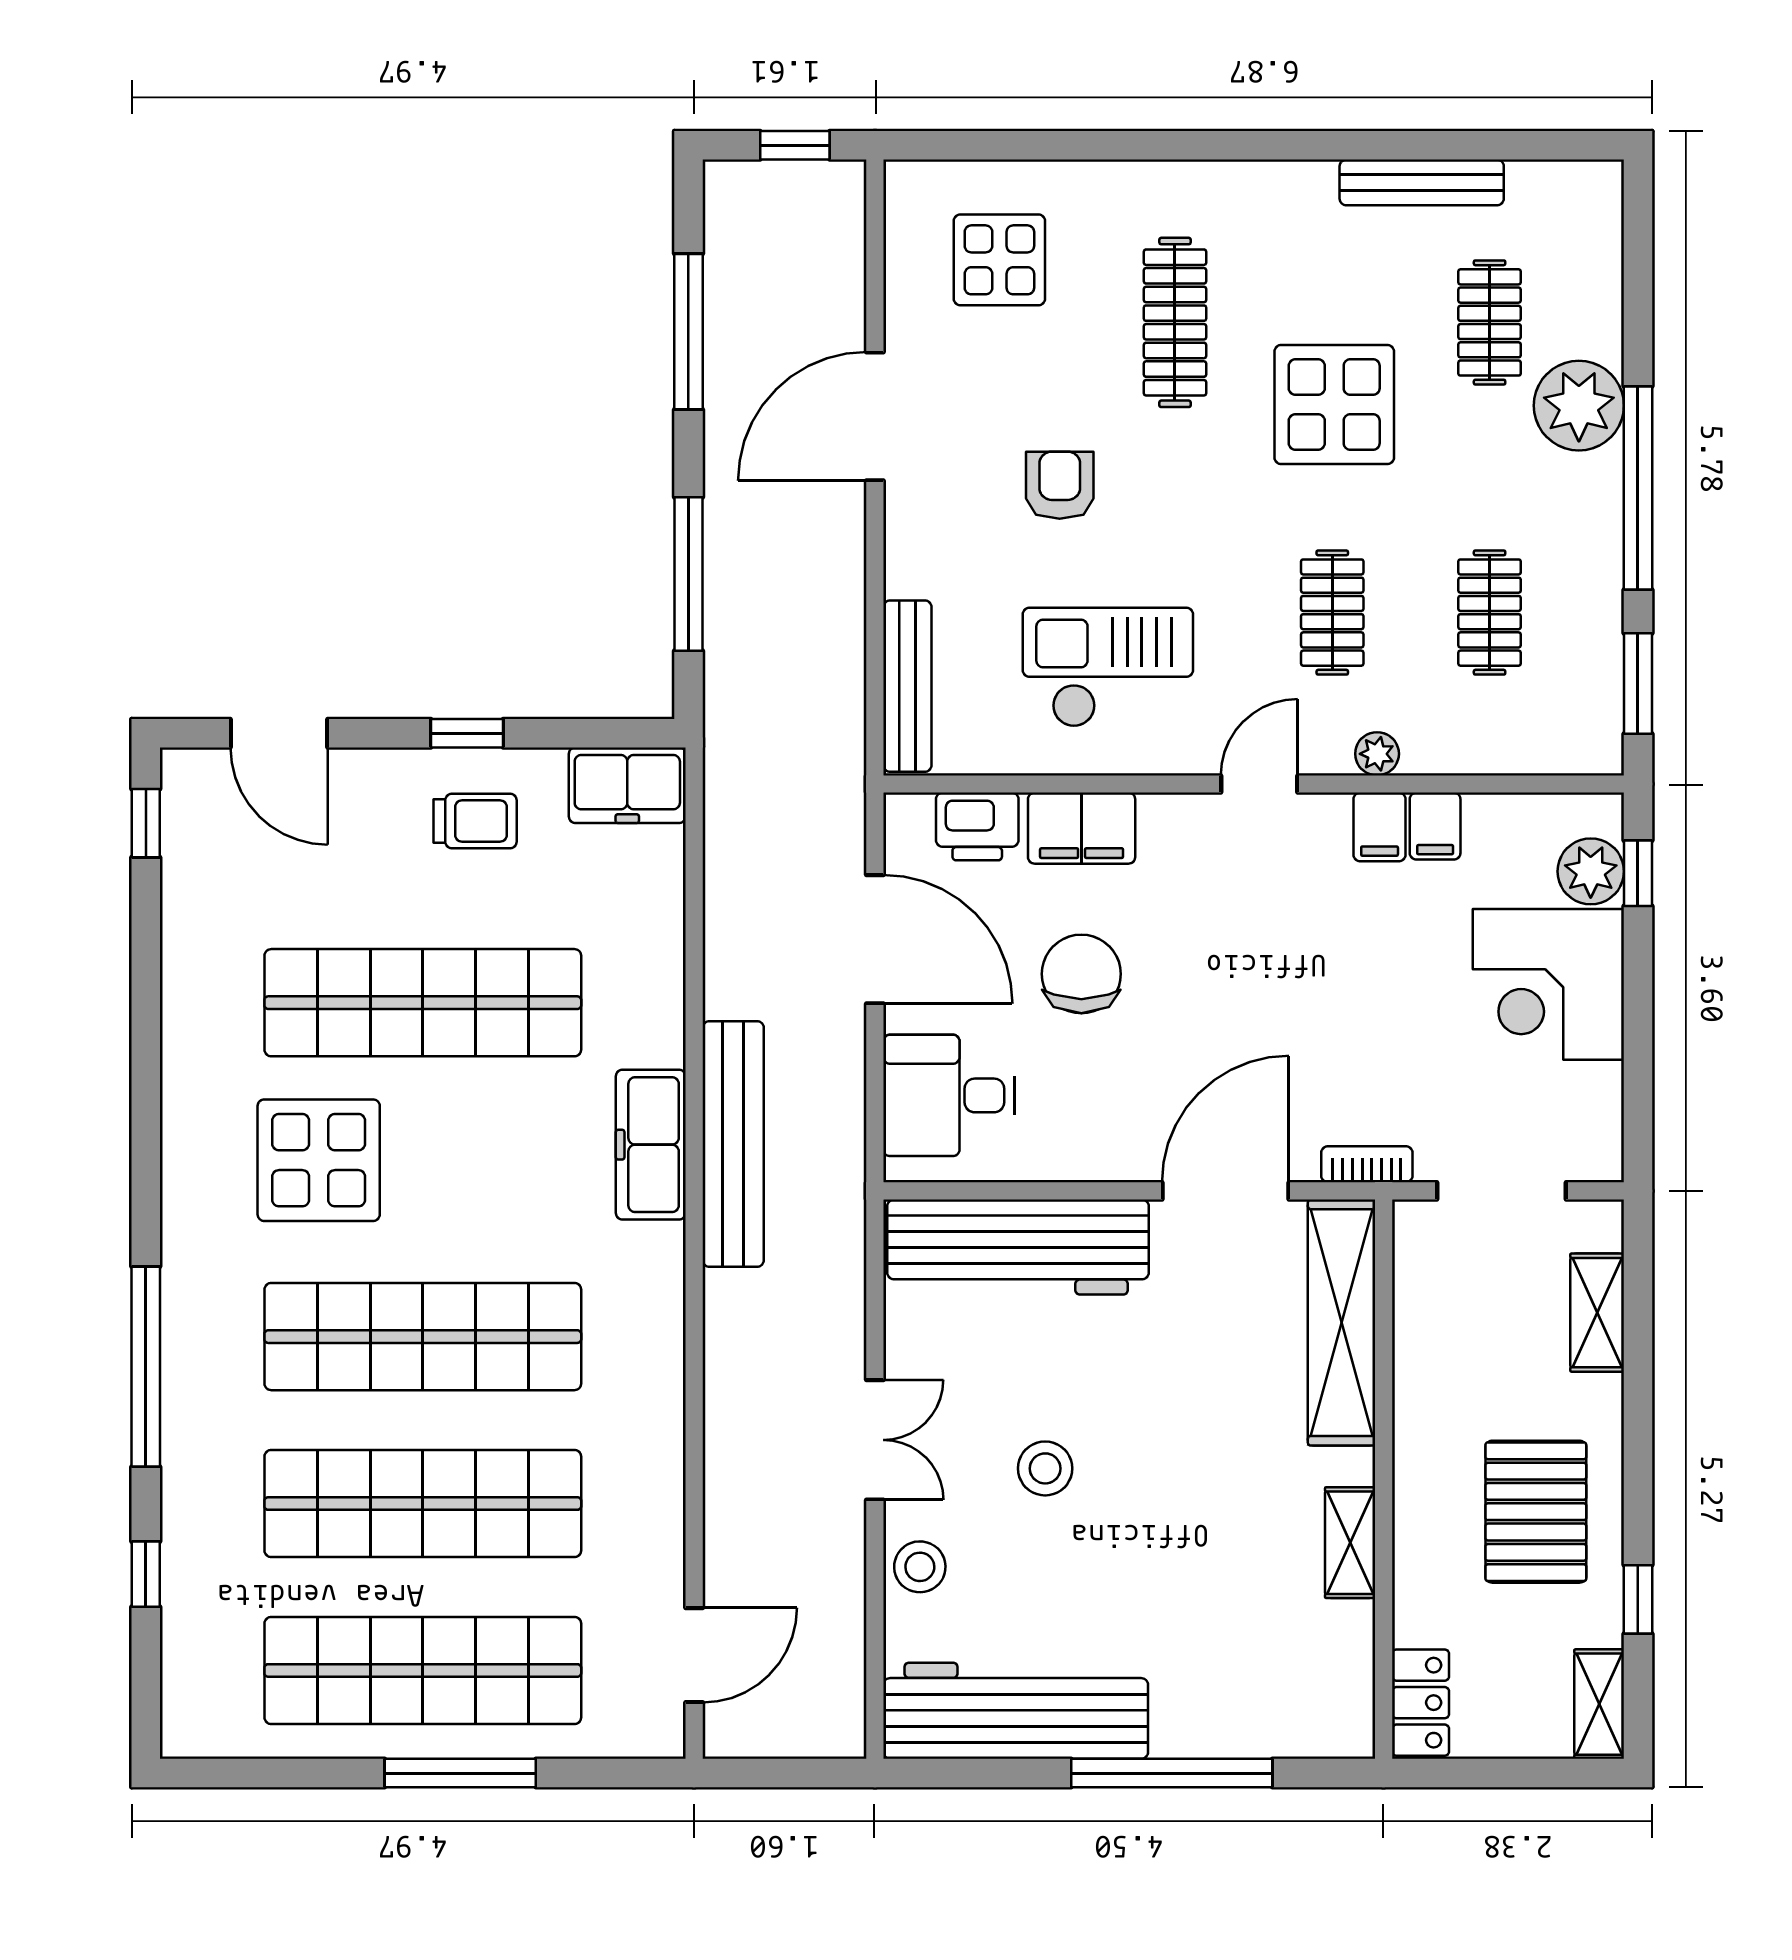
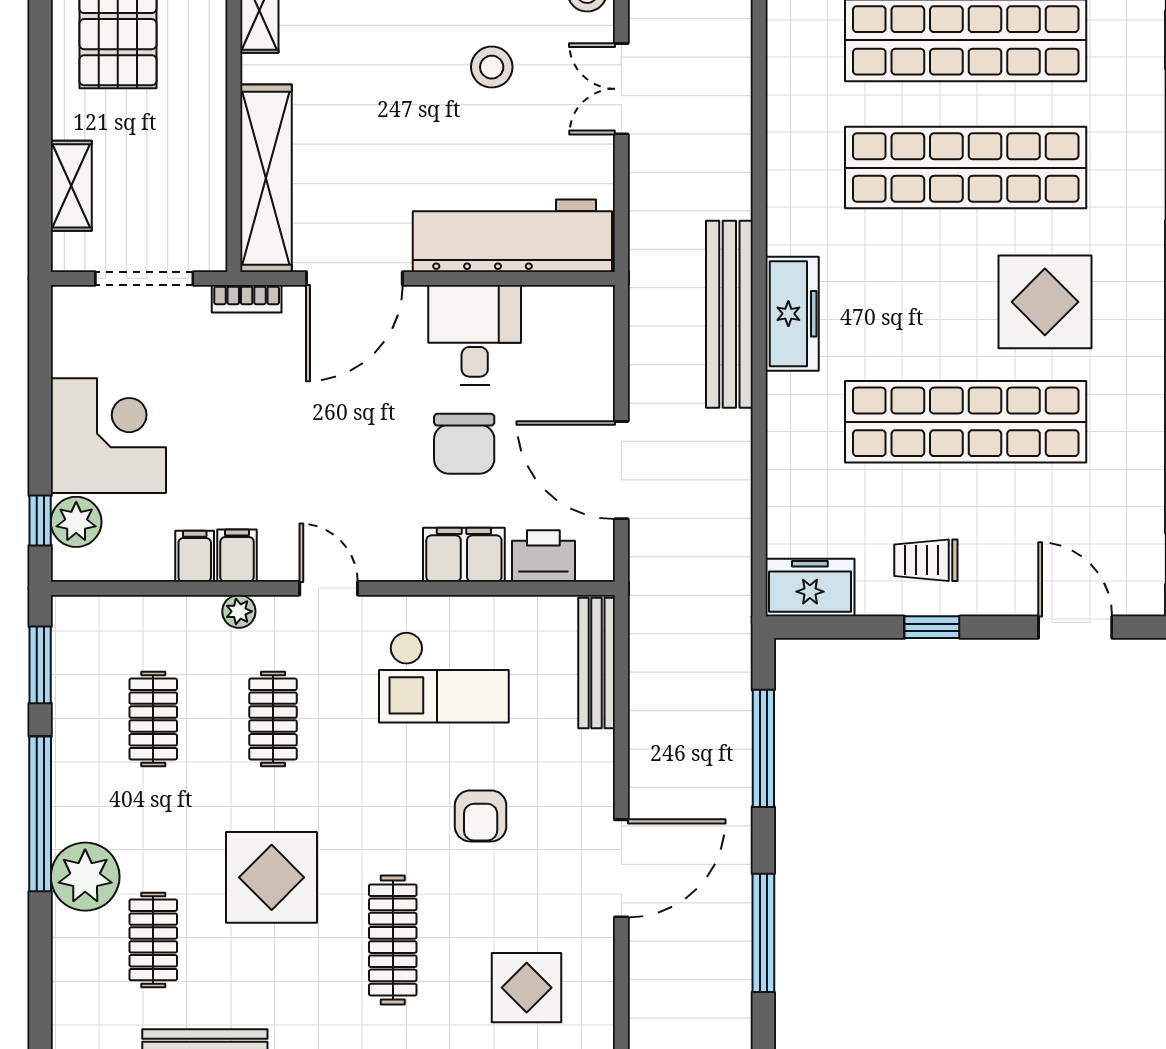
door: (1259, 784) -> (329, 588), swing flipped
desk: (949, 1095) -> (475, 335), moved, turned -90

